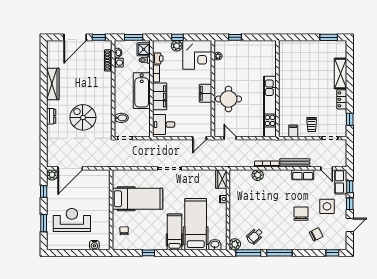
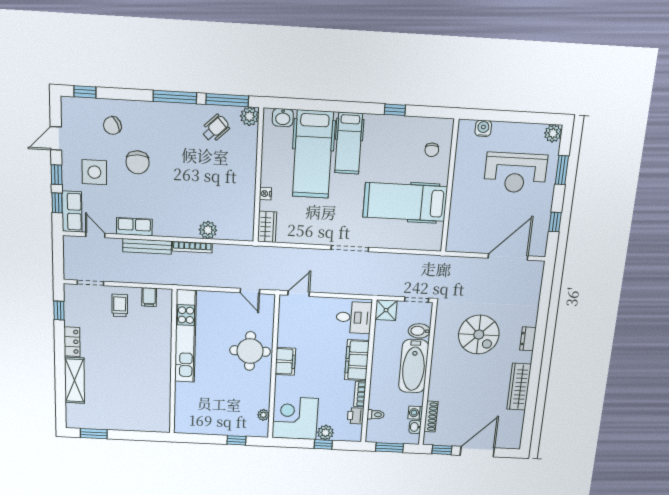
shower: (144, 49) -> (386, 310), moved
bathtub: (142, 91) -> (414, 366), moved, turned 180
plant: (52, 175) -> (553, 133), moved

